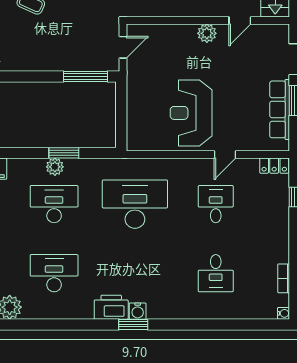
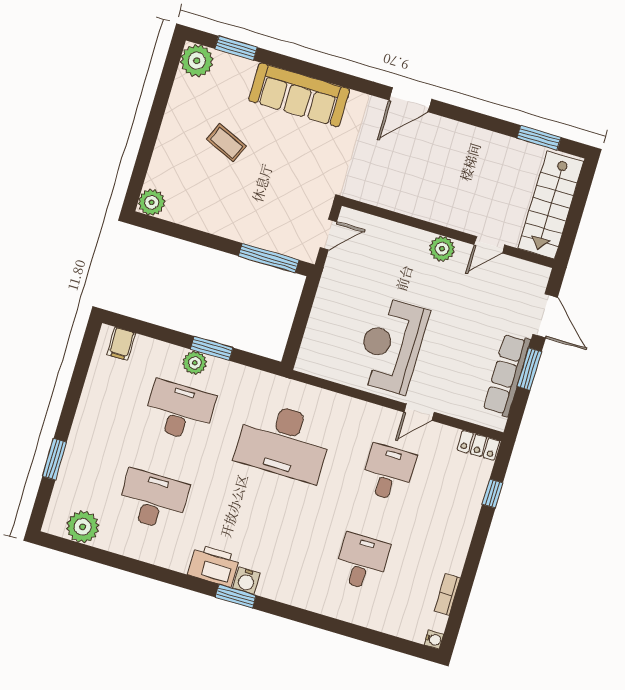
desk: (135, 204) -> (284, 442), turned 180
desk: (216, 273) -> (362, 562), turned 180

